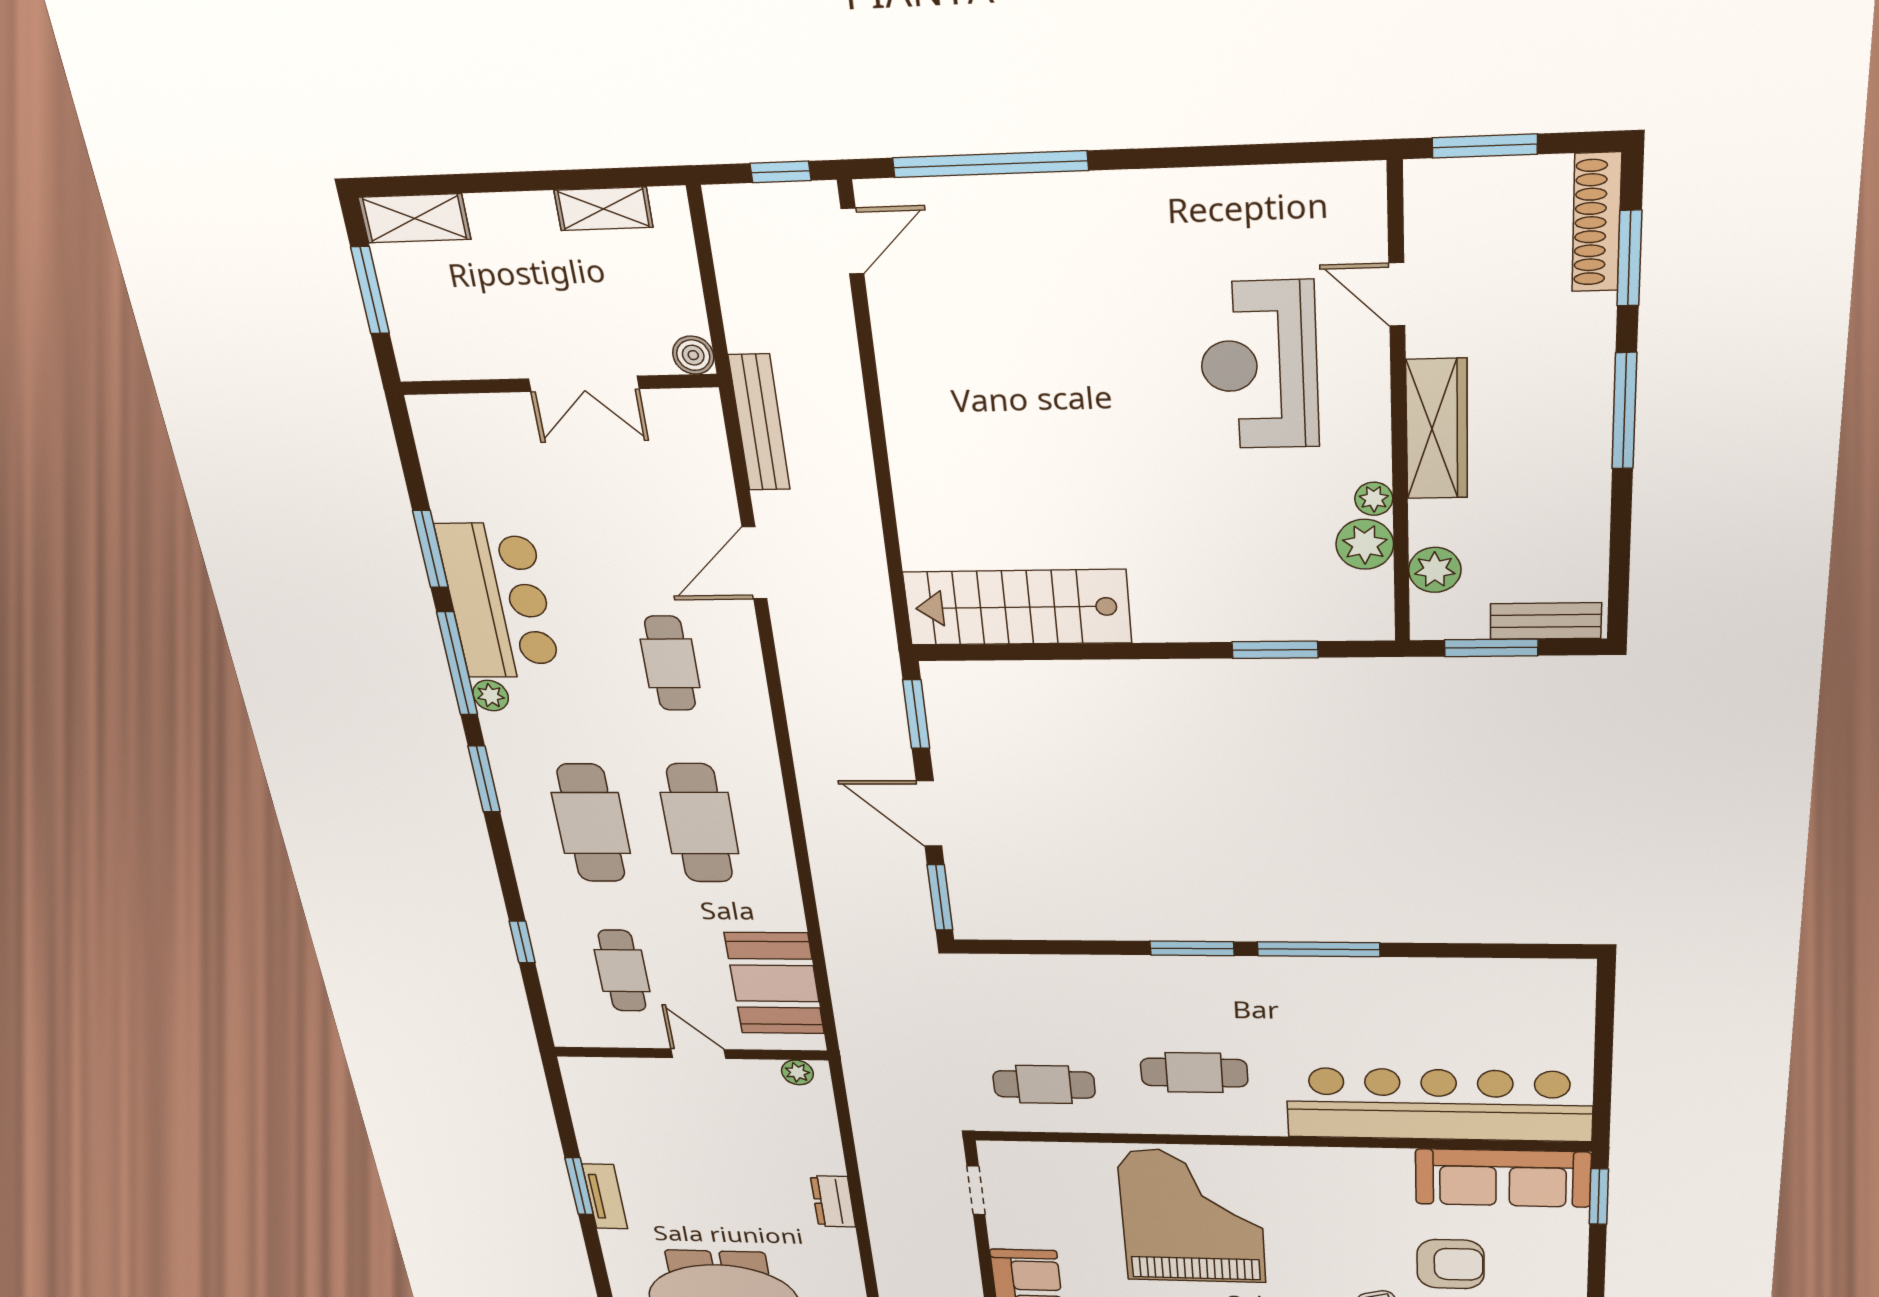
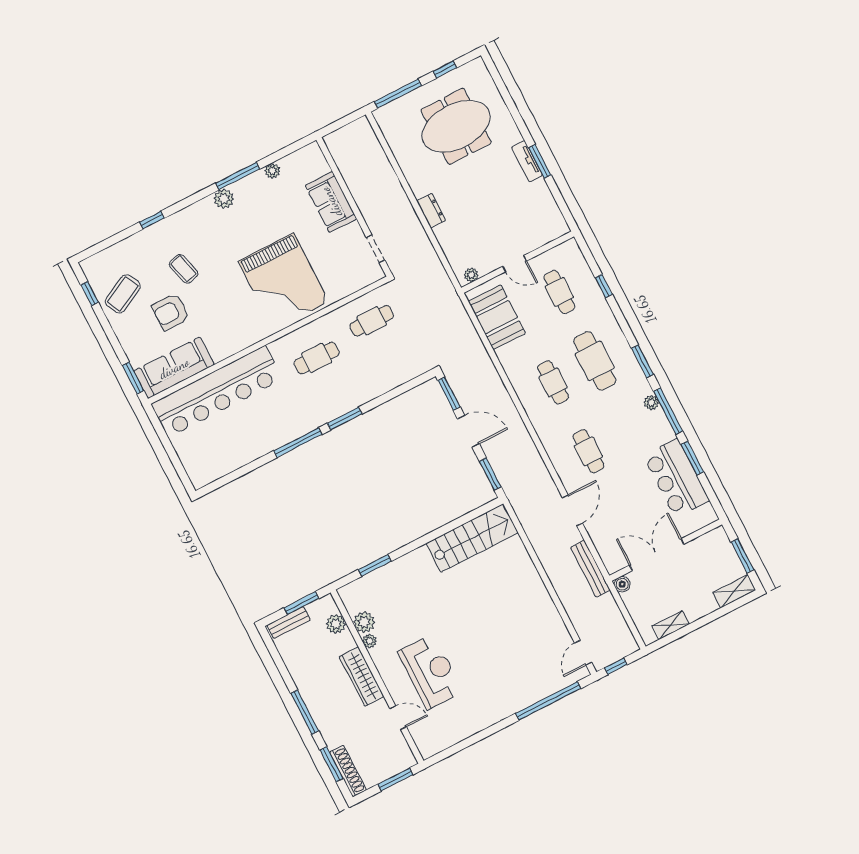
double door: (584, 384) -> (657, 555), width x1.37
bar counter: (499, 601) -> (676, 478), moved
cafe table: (700, 823) -> (553, 382), width x0.73, depth x0.74

